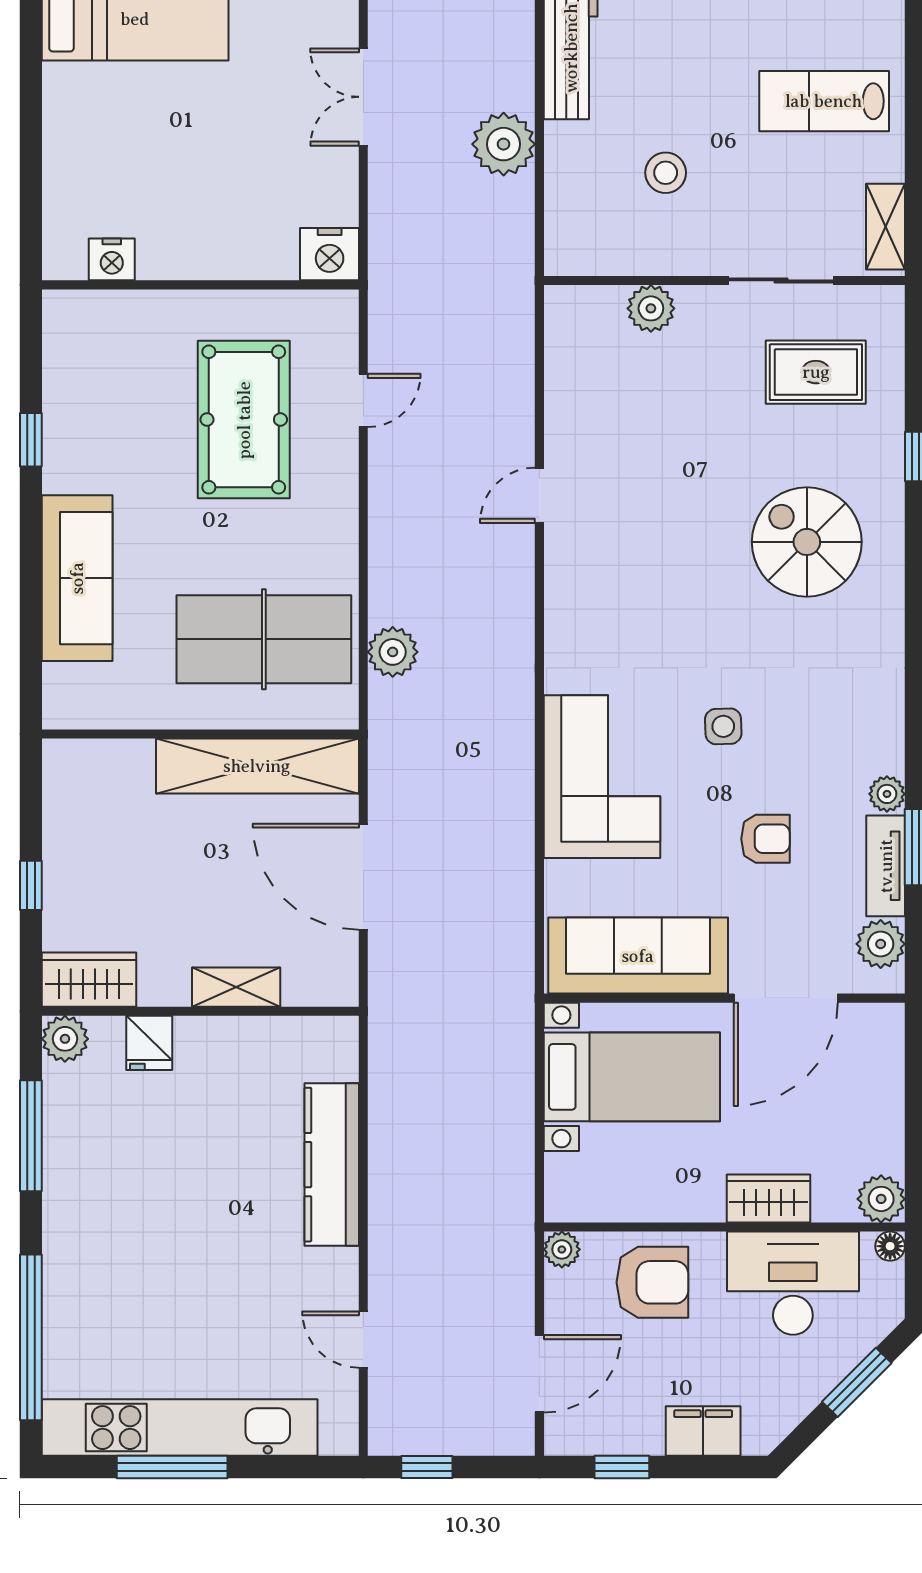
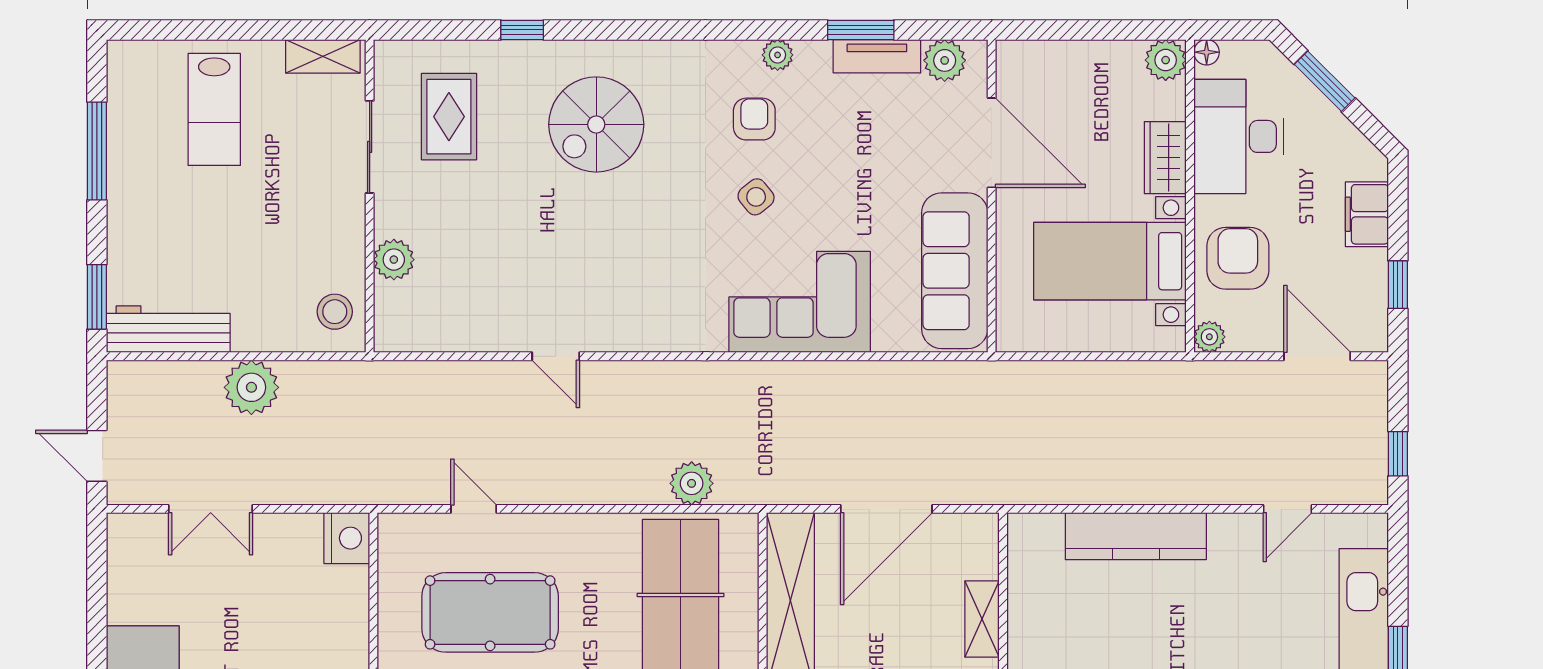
stool: (666, 173) -> (335, 312), moved
side table: (723, 726) -> (756, 197), turned -37
plant: (887, 794) -> (778, 55), moved
armchair: (765, 839) -> (754, 119), moved
bed with nightstands: (632, 1077) -> (1110, 261), moved, turned -90

